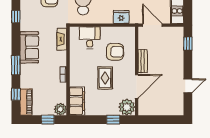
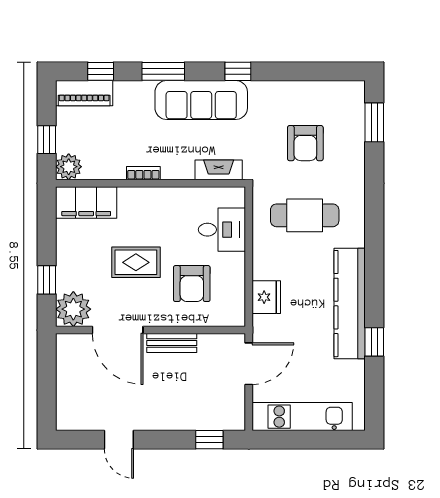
window: (16, 17) -> (238, 71), moved
sofa: (29, 47) -> (201, 100), width x1.36

